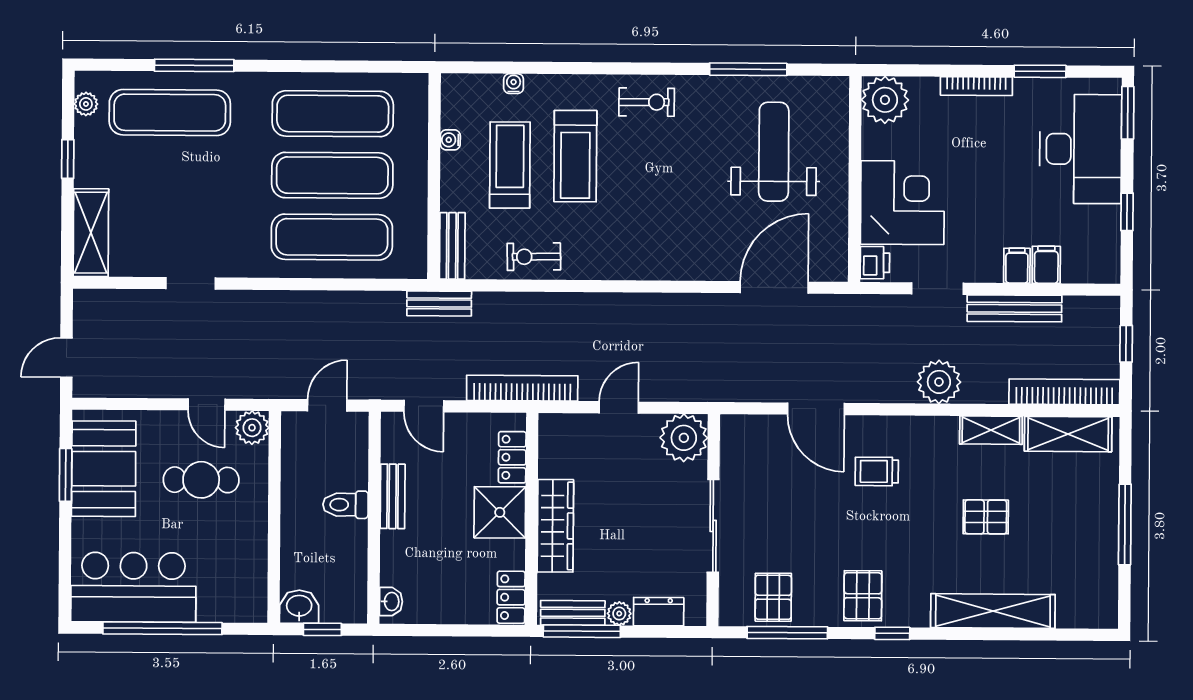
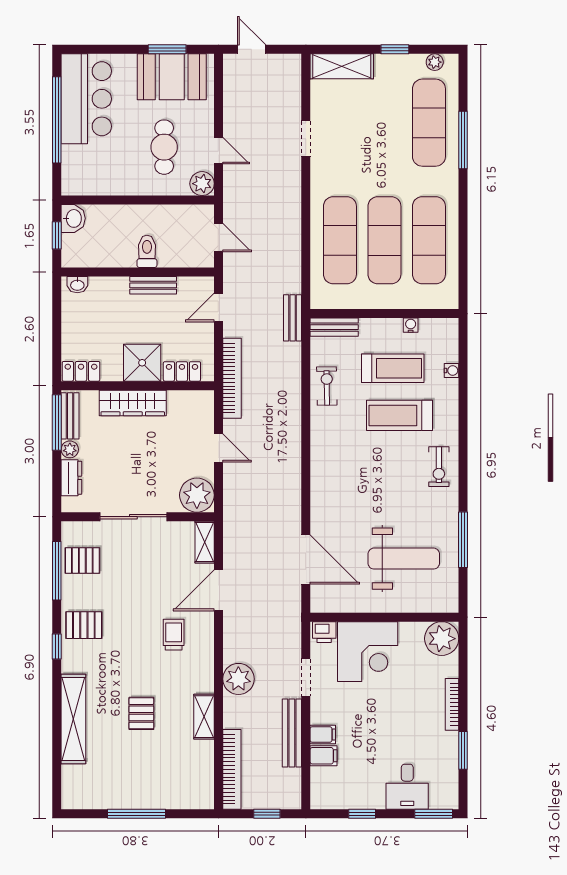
desk: (1081, 149) -> (407, 787), width x0.53, depth x0.77
door: (207, 405) -> (218, 151), swing flipped
shelving: (1068, 434) -> (205, 542), moved, width x0.67, depth x0.75

